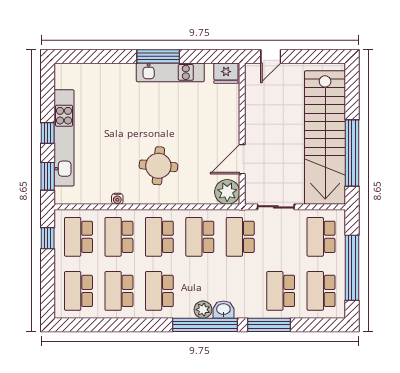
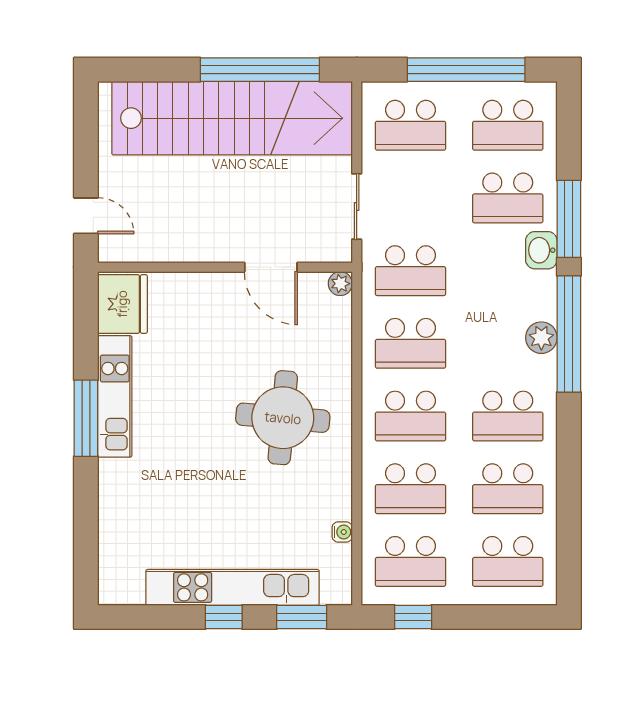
fridge: (226, 73) -> (122, 304), width x1.36, depth x1.34
round table: (158, 166) -> (283, 418), width x1.36, depth x1.36
plant: (227, 192) -> (340, 284), width x0.53, depth x0.53
water cooler: (117, 199) -> (342, 532), moved
washbasin: (223, 310) -> (541, 250), moved

